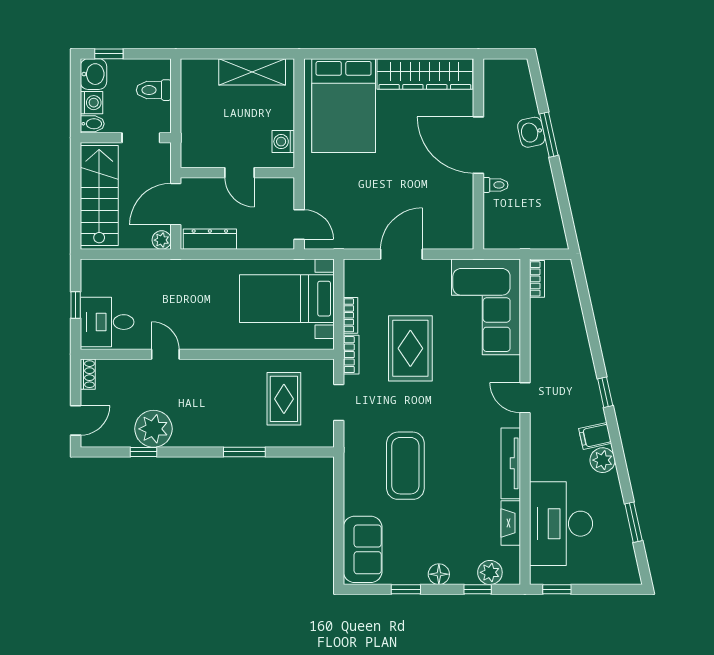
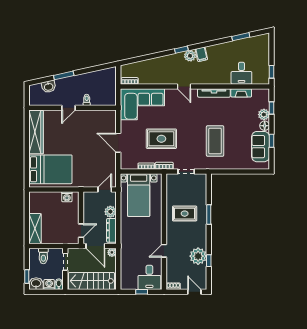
shelving: (252, 72) -> (35, 229), moved
washbasin: (531, 132) -> (49, 87), moved
door: (478, 145) -> (69, 108), width x0.53
door: (240, 173) -> (81, 231), moved
plant: (251, 237) -> (110, 212), added
door: (525, 398) -> (184, 86), hinge flipped
rug: (284, 399) -> (185, 214), moved
plant: (603, 460) -> (190, 56), moved
coffee table: (405, 466) -> (215, 141), turned 90
desk: (561, 524) -> (241, 73), width x0.53, depth x0.77
sofa: (363, 549) -> (261, 147), moved, turned -90
plant: (490, 572) -> (264, 115), moved

